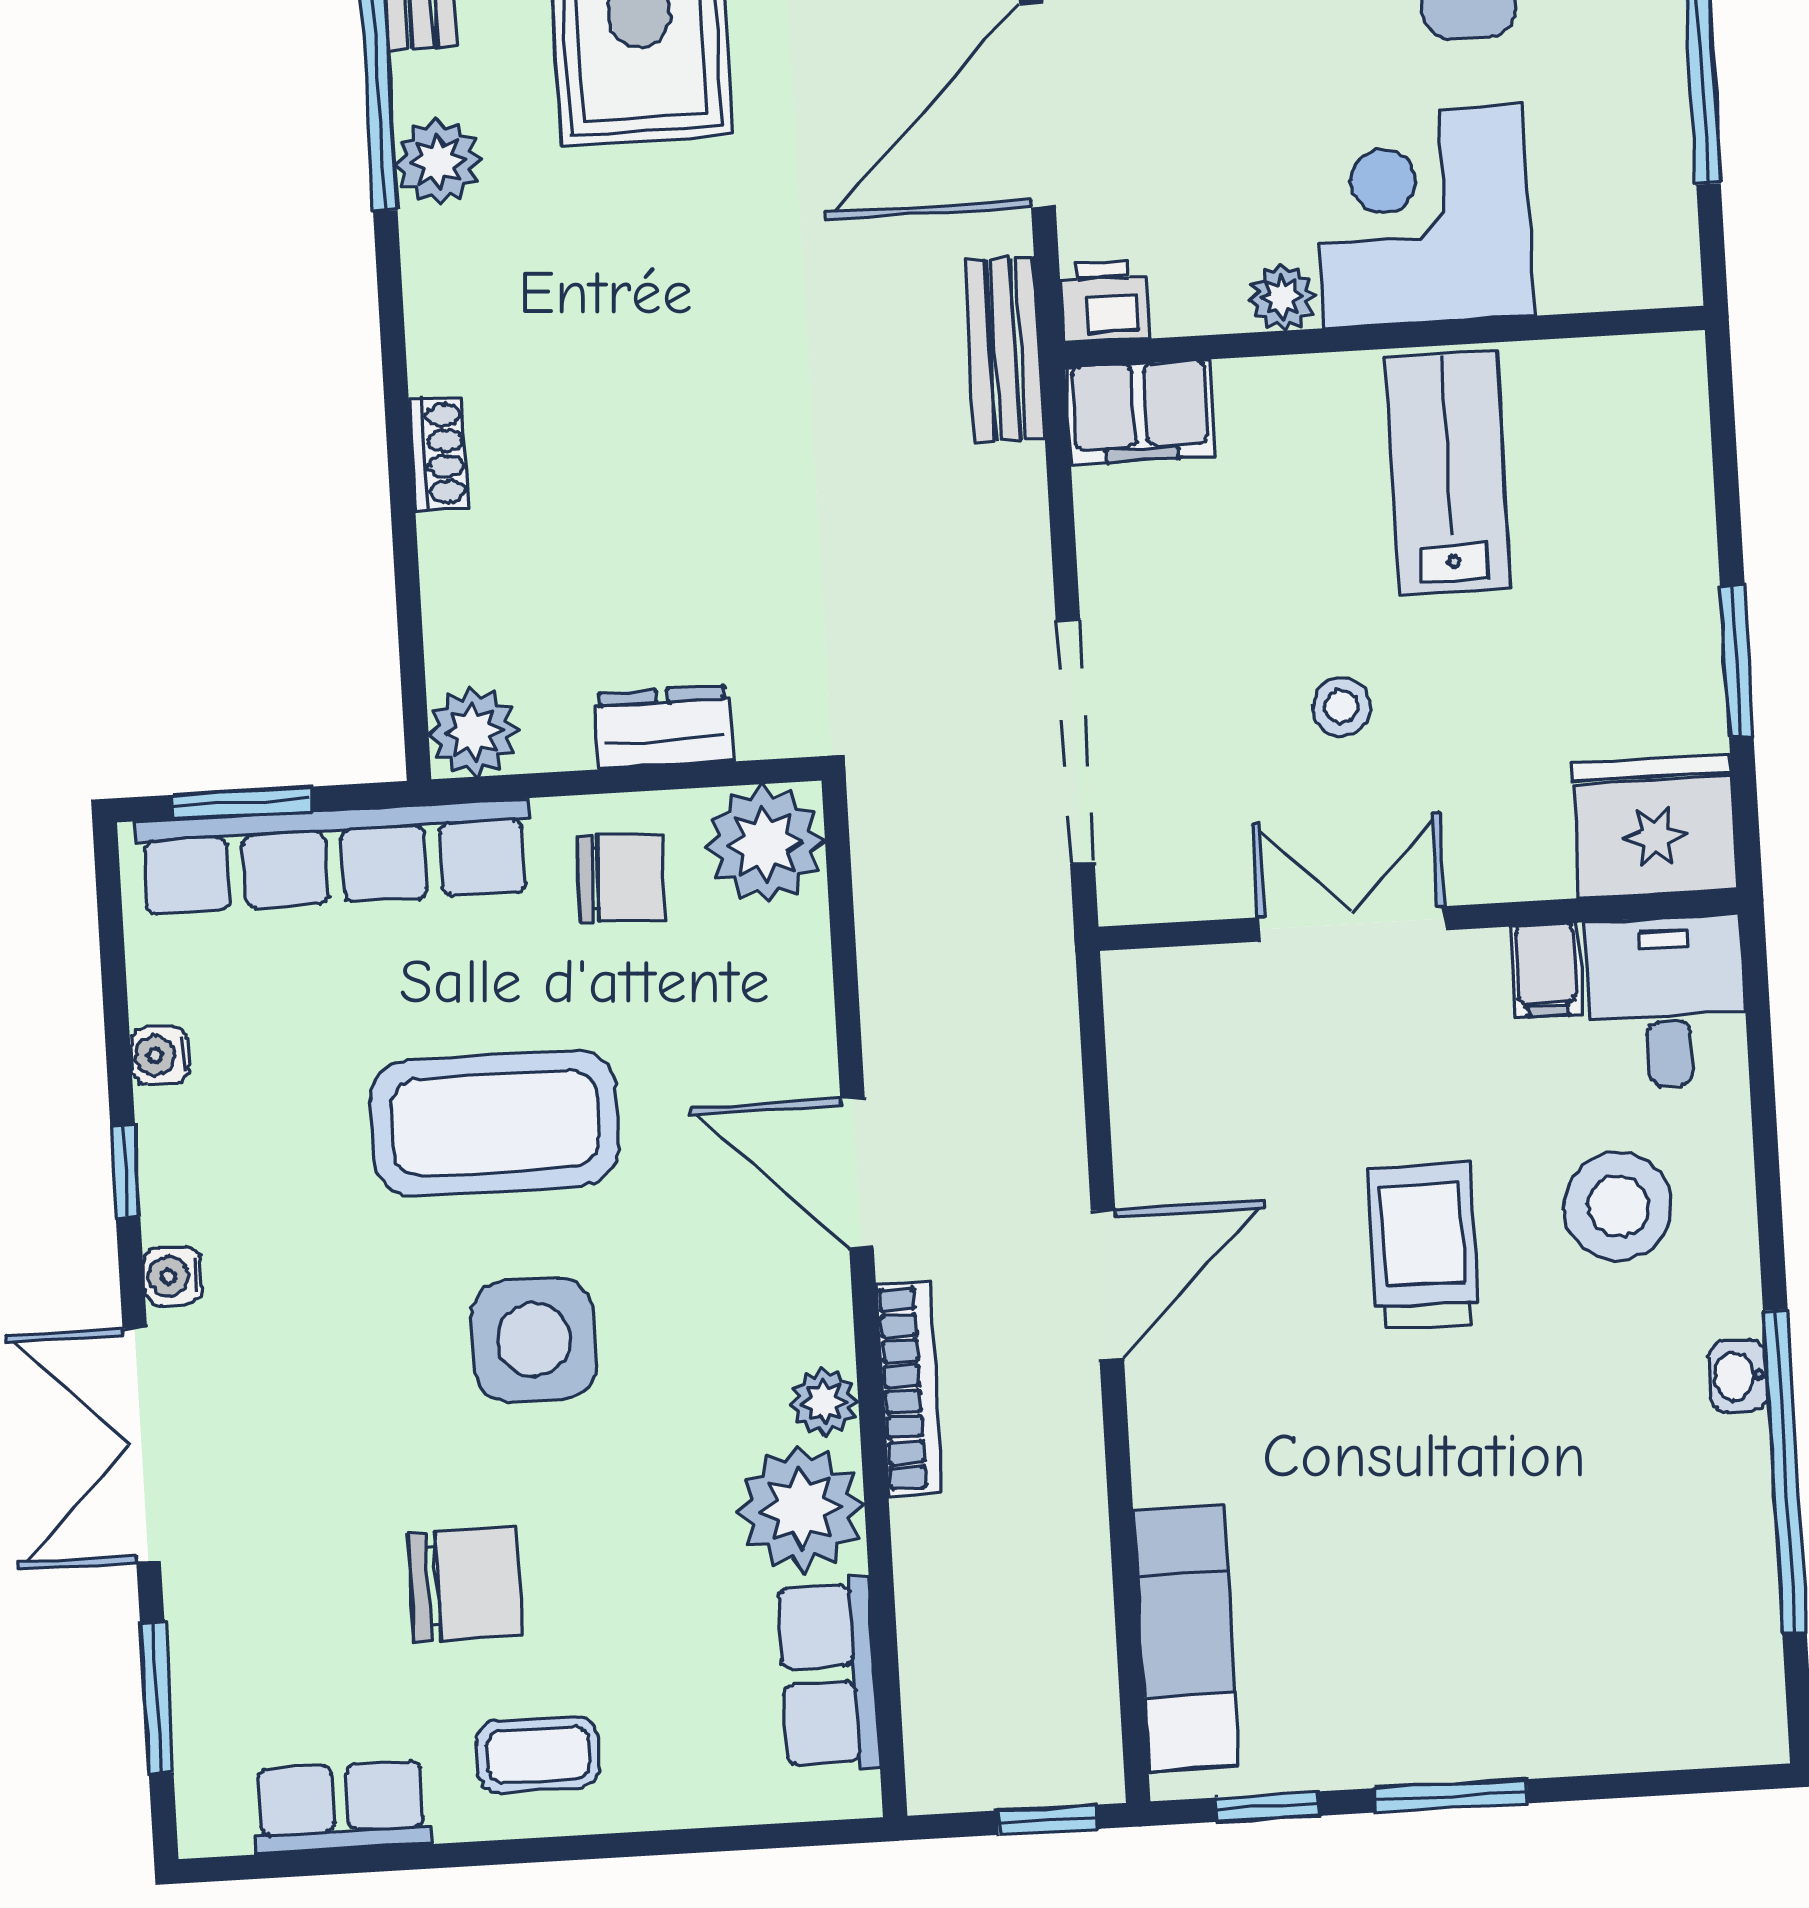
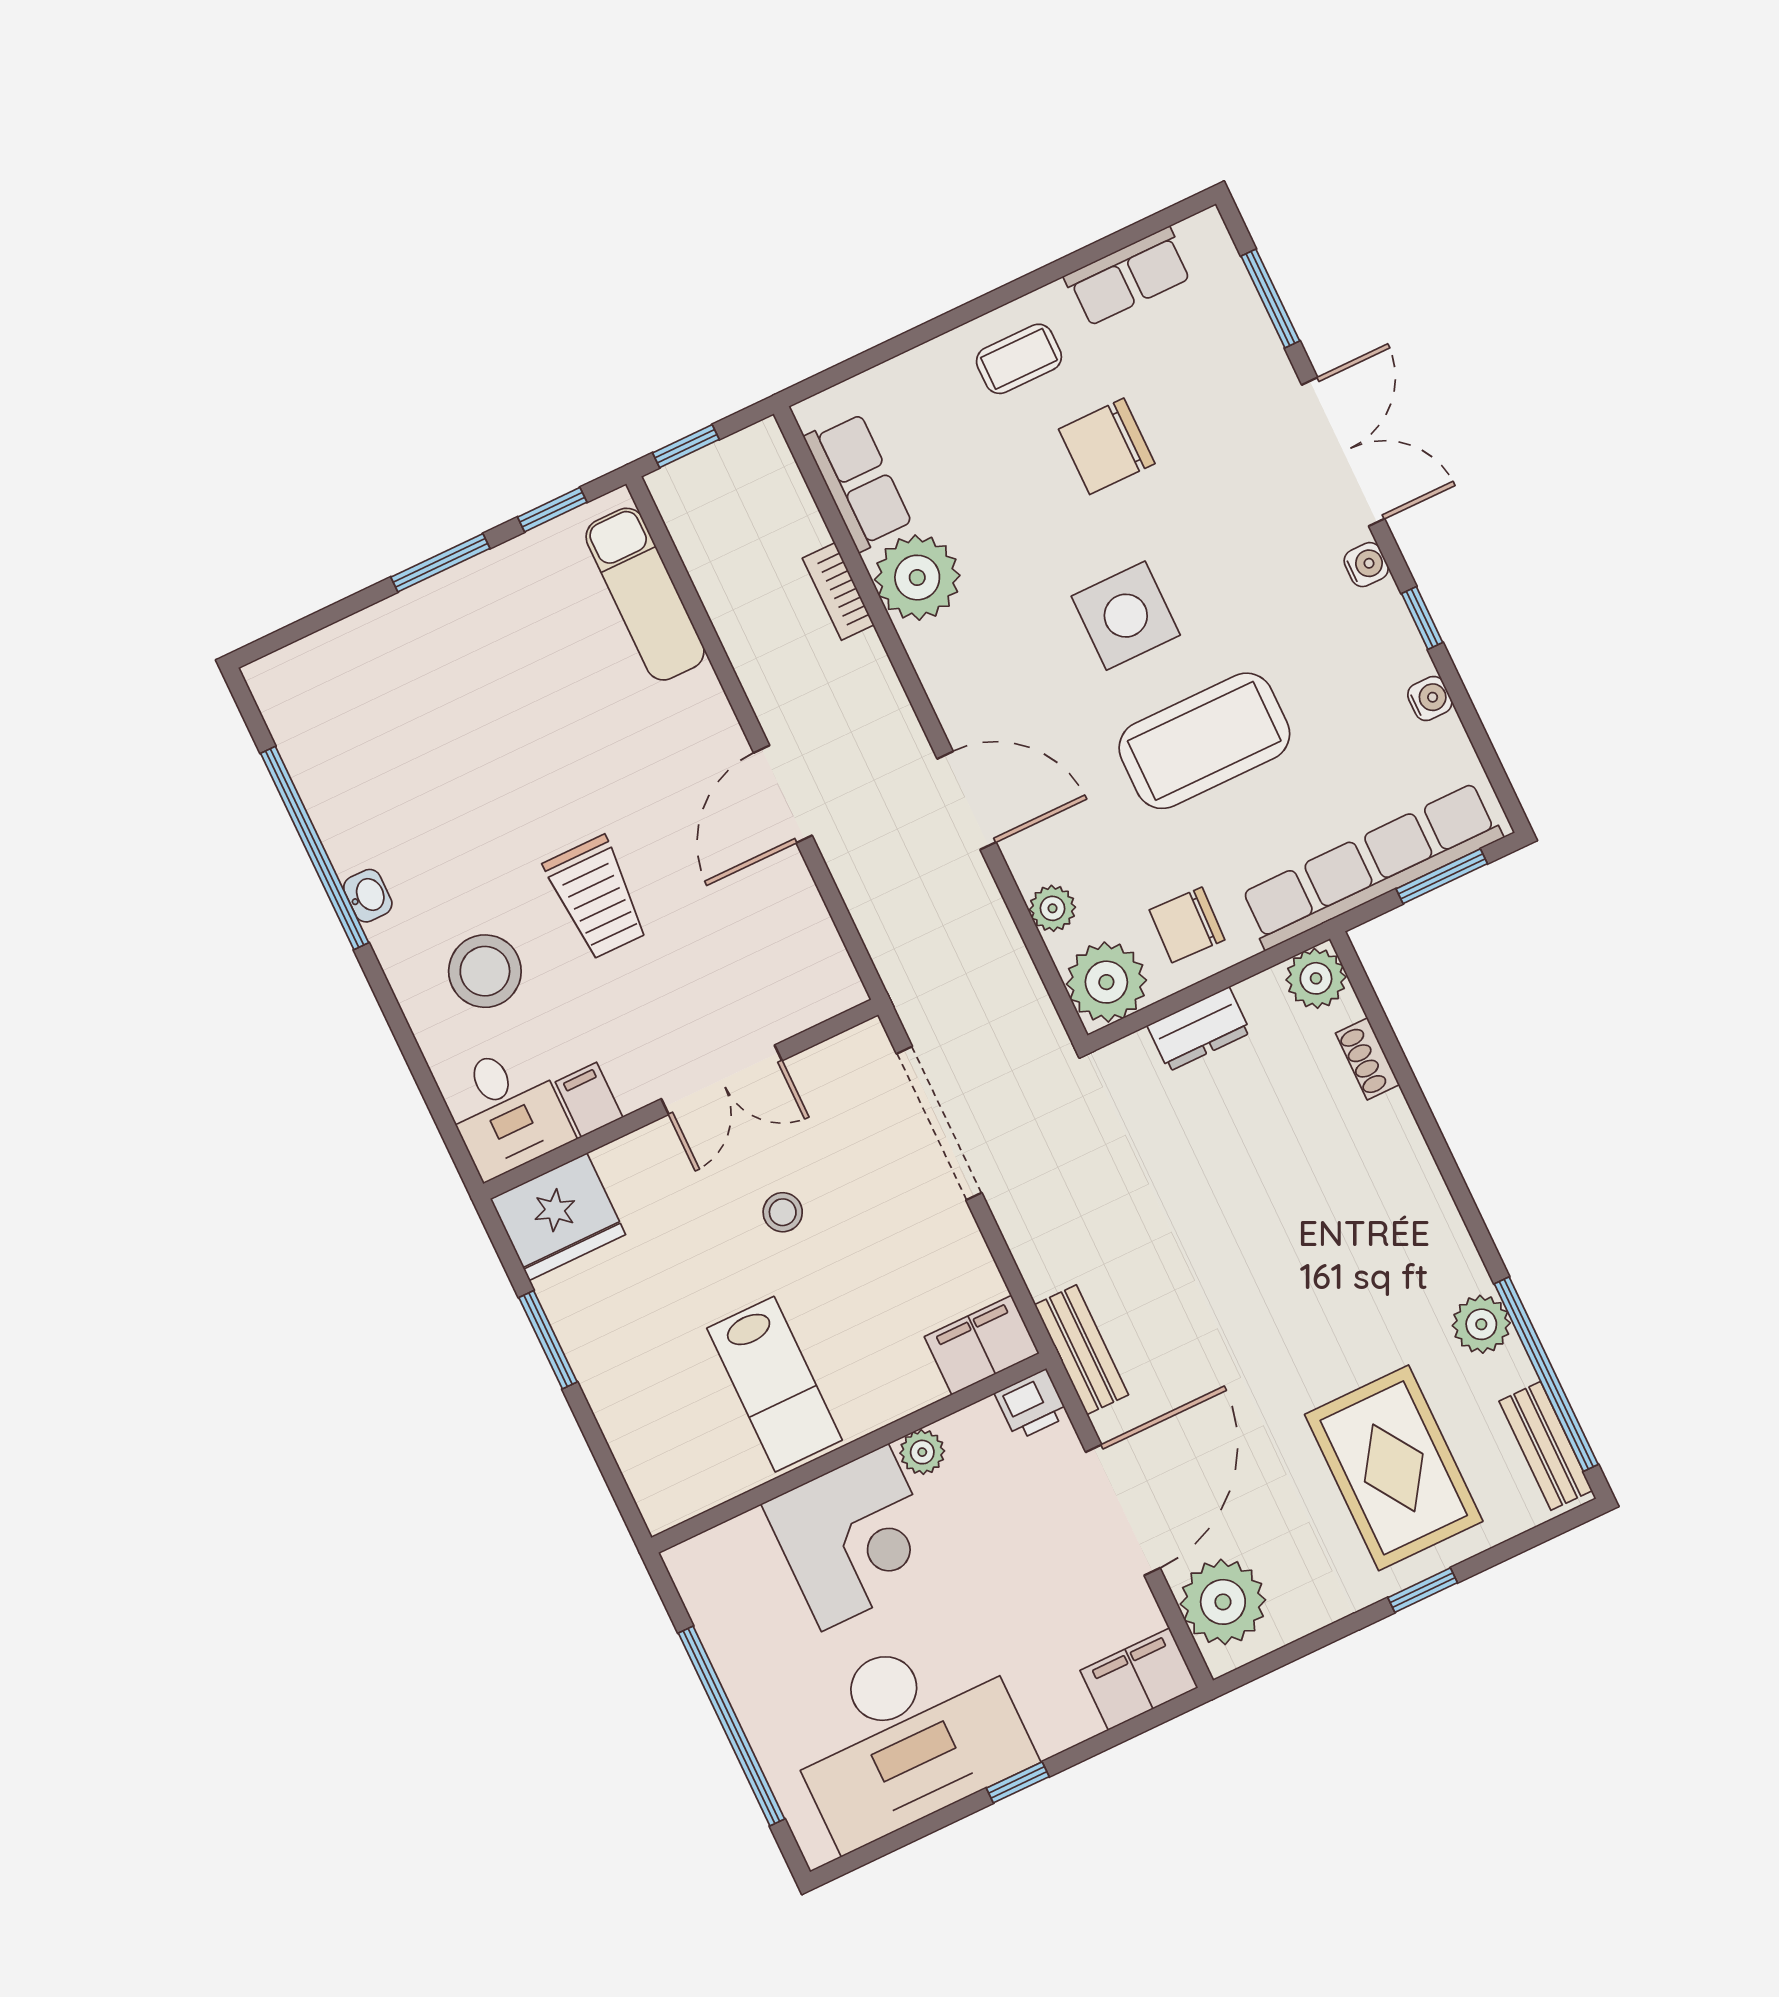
shoe rack: (439, 454) -> (1368, 1059), moved
bookcase: (909, 1388) -> (838, 591), moved, width x0.64
plant: (824, 1403) -> (1053, 908), moved

